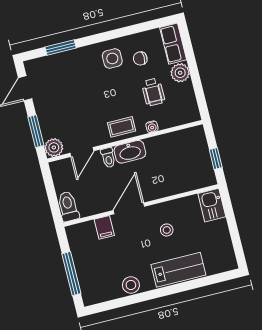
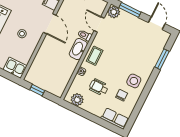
plant: (180, 73) -> (77, 100), moved

